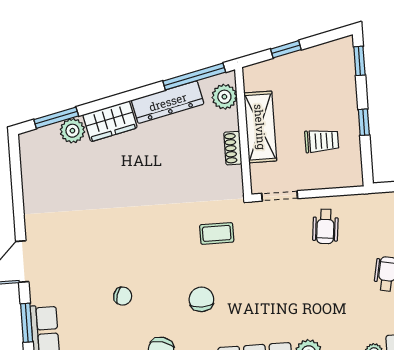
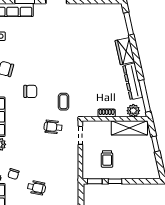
window: (359, 61) -> (95, 181), moved
shelving: (260, 127) -> (129, 128), moved
plant: (72, 131) -> (121, 32), removed
wheelchair: (325, 226) -> (53, 127), moved
chair: (123, 296) -> (13, 174), moved

